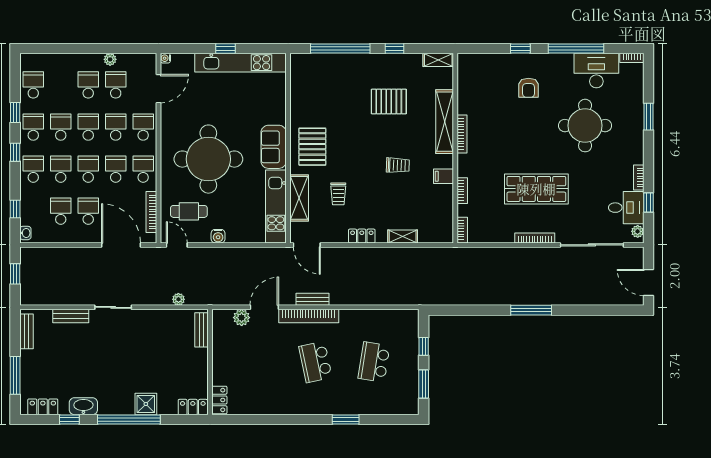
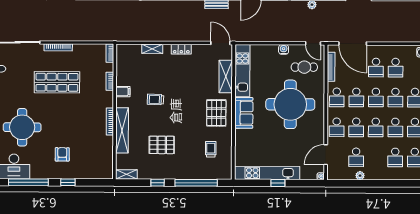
school desk: (88, 85) -> (395, 157), moved
trolley: (338, 194) -> (211, 149), moved

